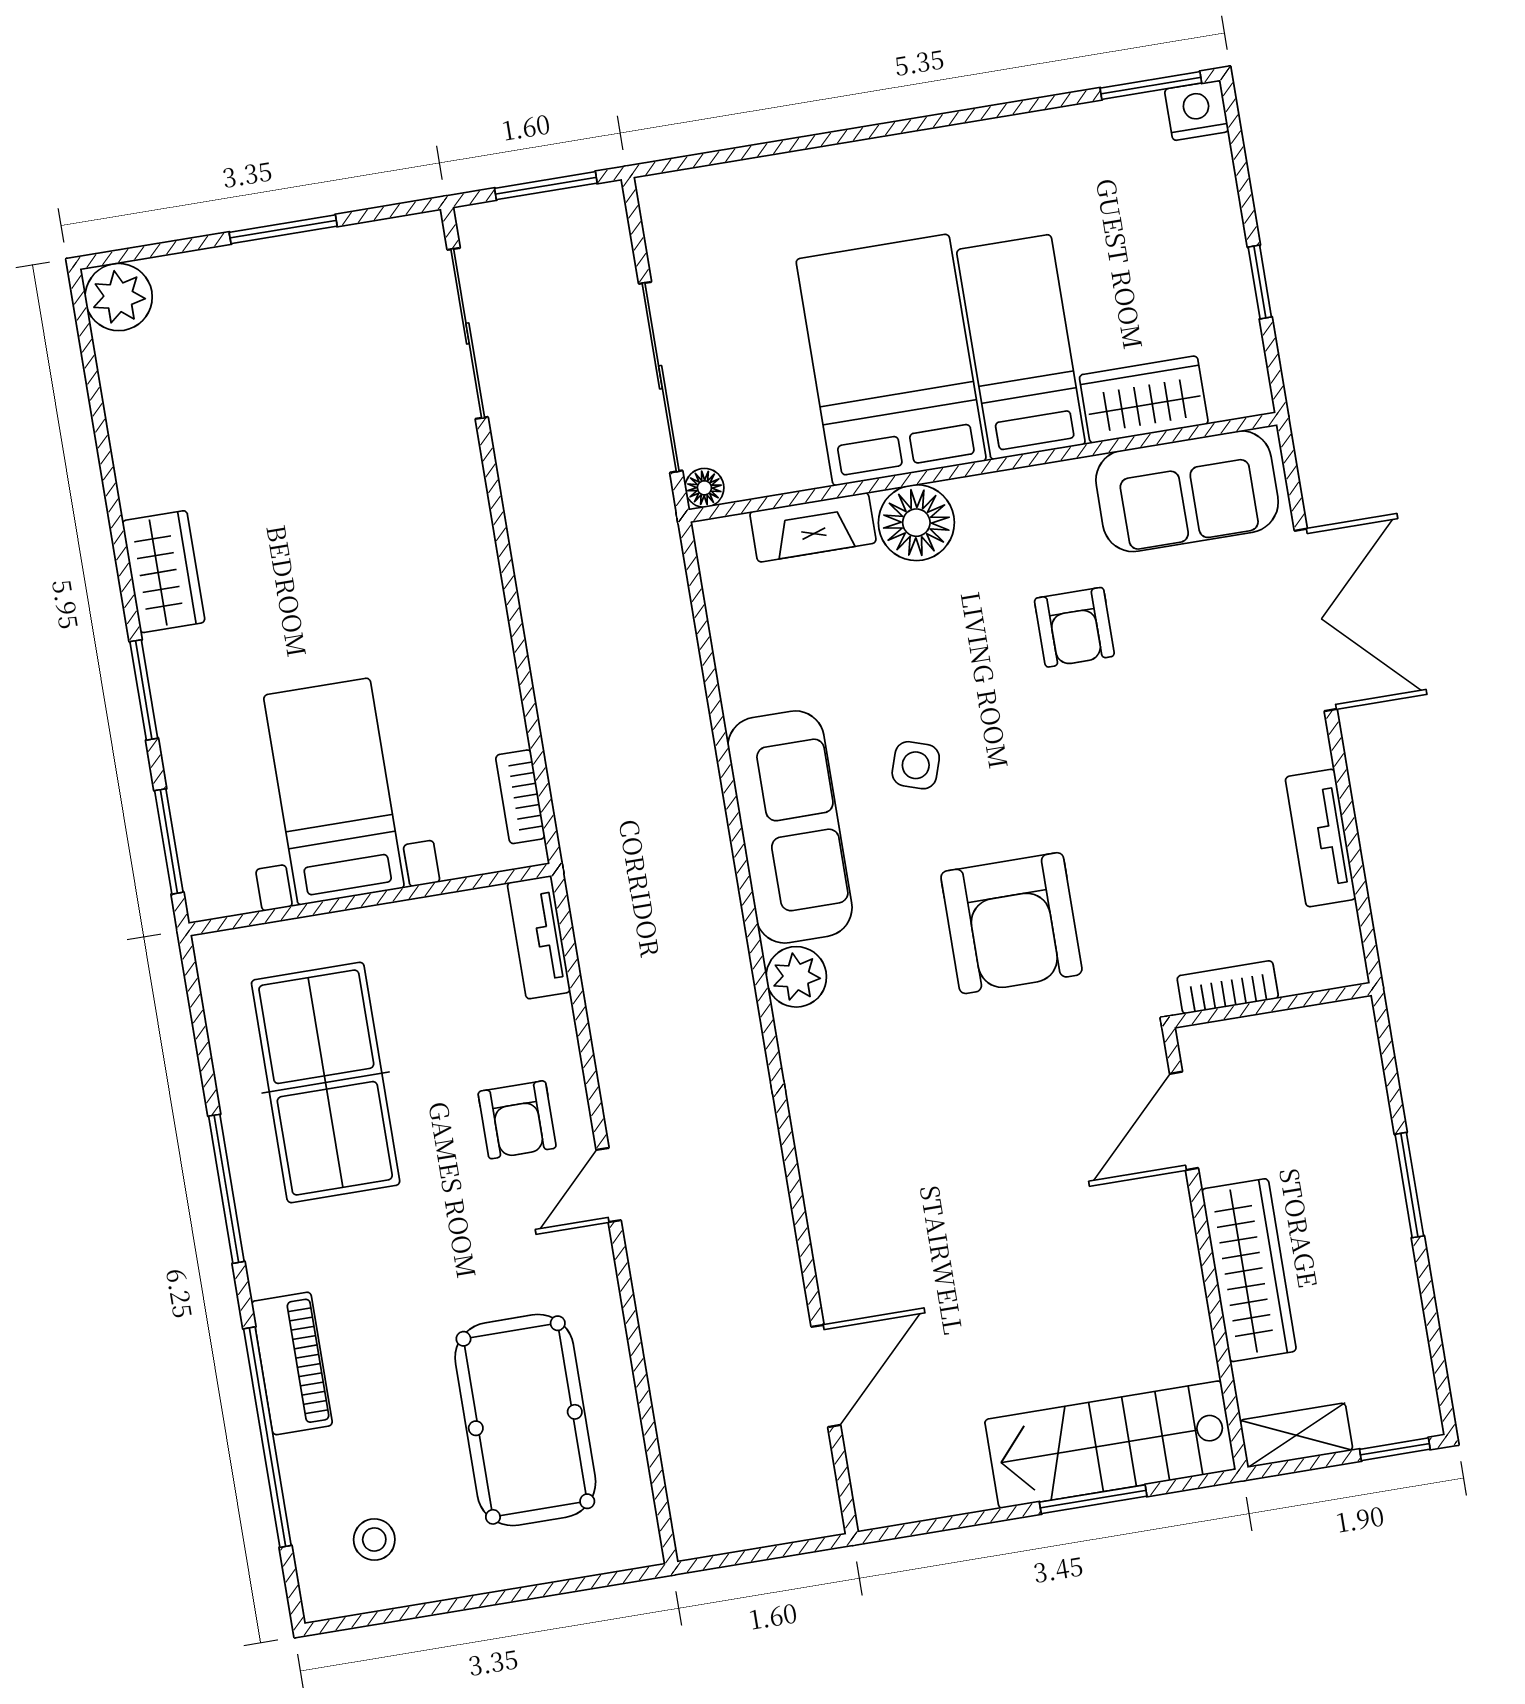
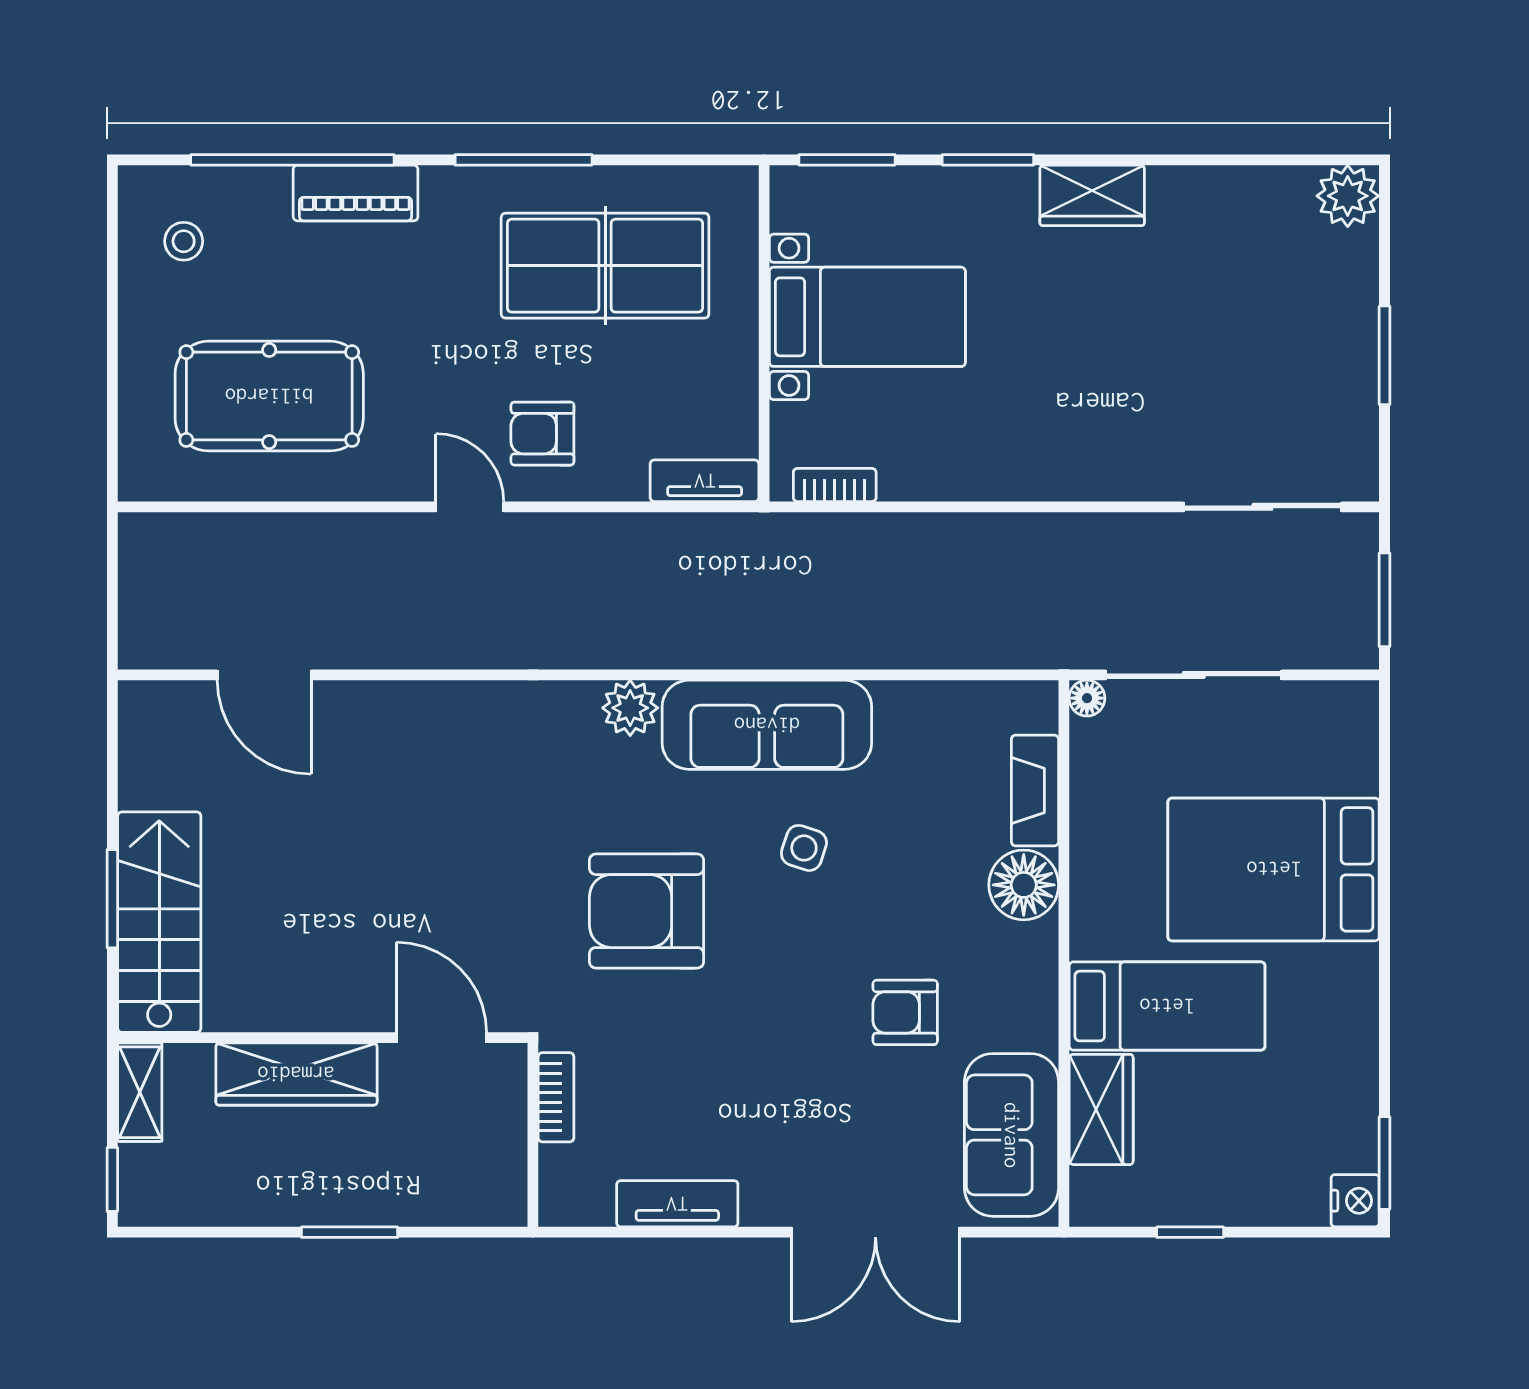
bed: (891, 360) -> (1274, 869), moved, turned 180

